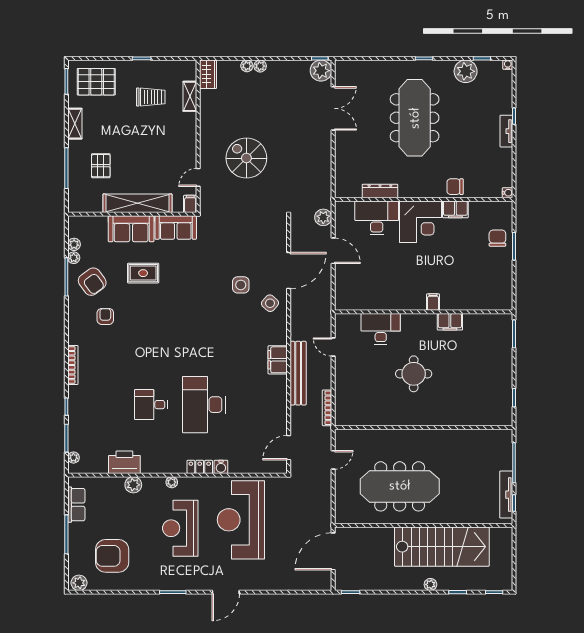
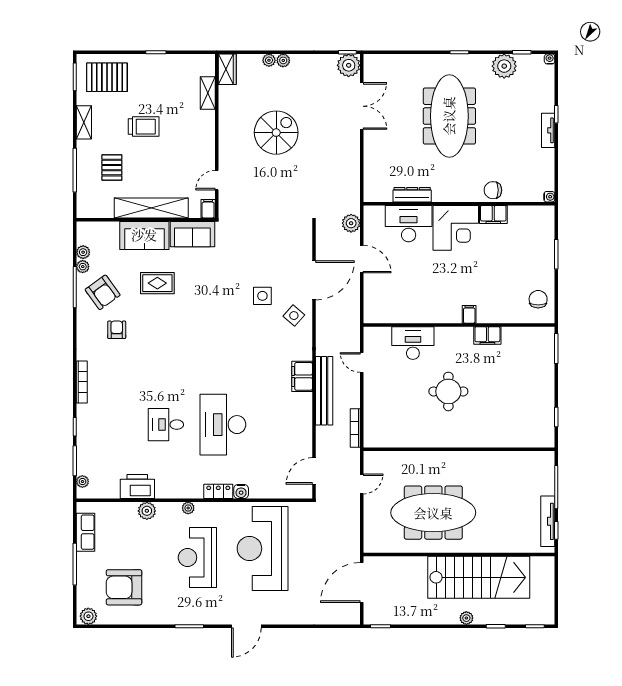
trolley: (151, 97) -> (144, 127), moved
spiral stairs: (246, 158) -> (276, 133), moved, turned 90
chair: (497, 238) -> (538, 299), moved

